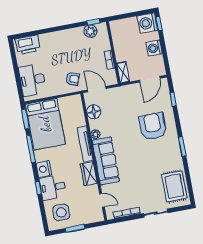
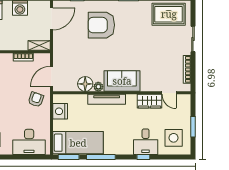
door: (150, 79) -> (52, 19), hinge flipped
floor lamp: (94, 112) -> (85, 84), moved
bed: (45, 124) -> (78, 143), width x0.67
sofa: (106, 161) -> (122, 81), width x0.73
nightstand: (44, 169) -> (60, 111), moved, turned 90
wardrobe: (89, 174) -> (150, 101), moved
door: (102, 200) -> (169, 93), swing flipped

